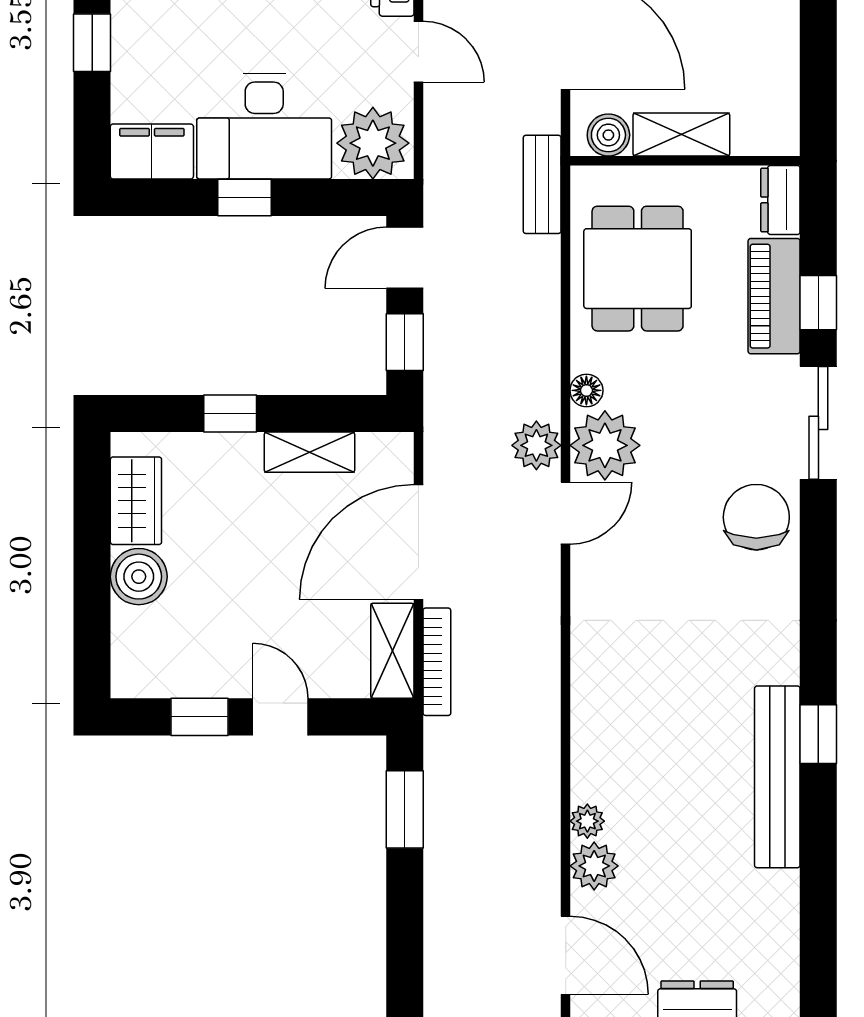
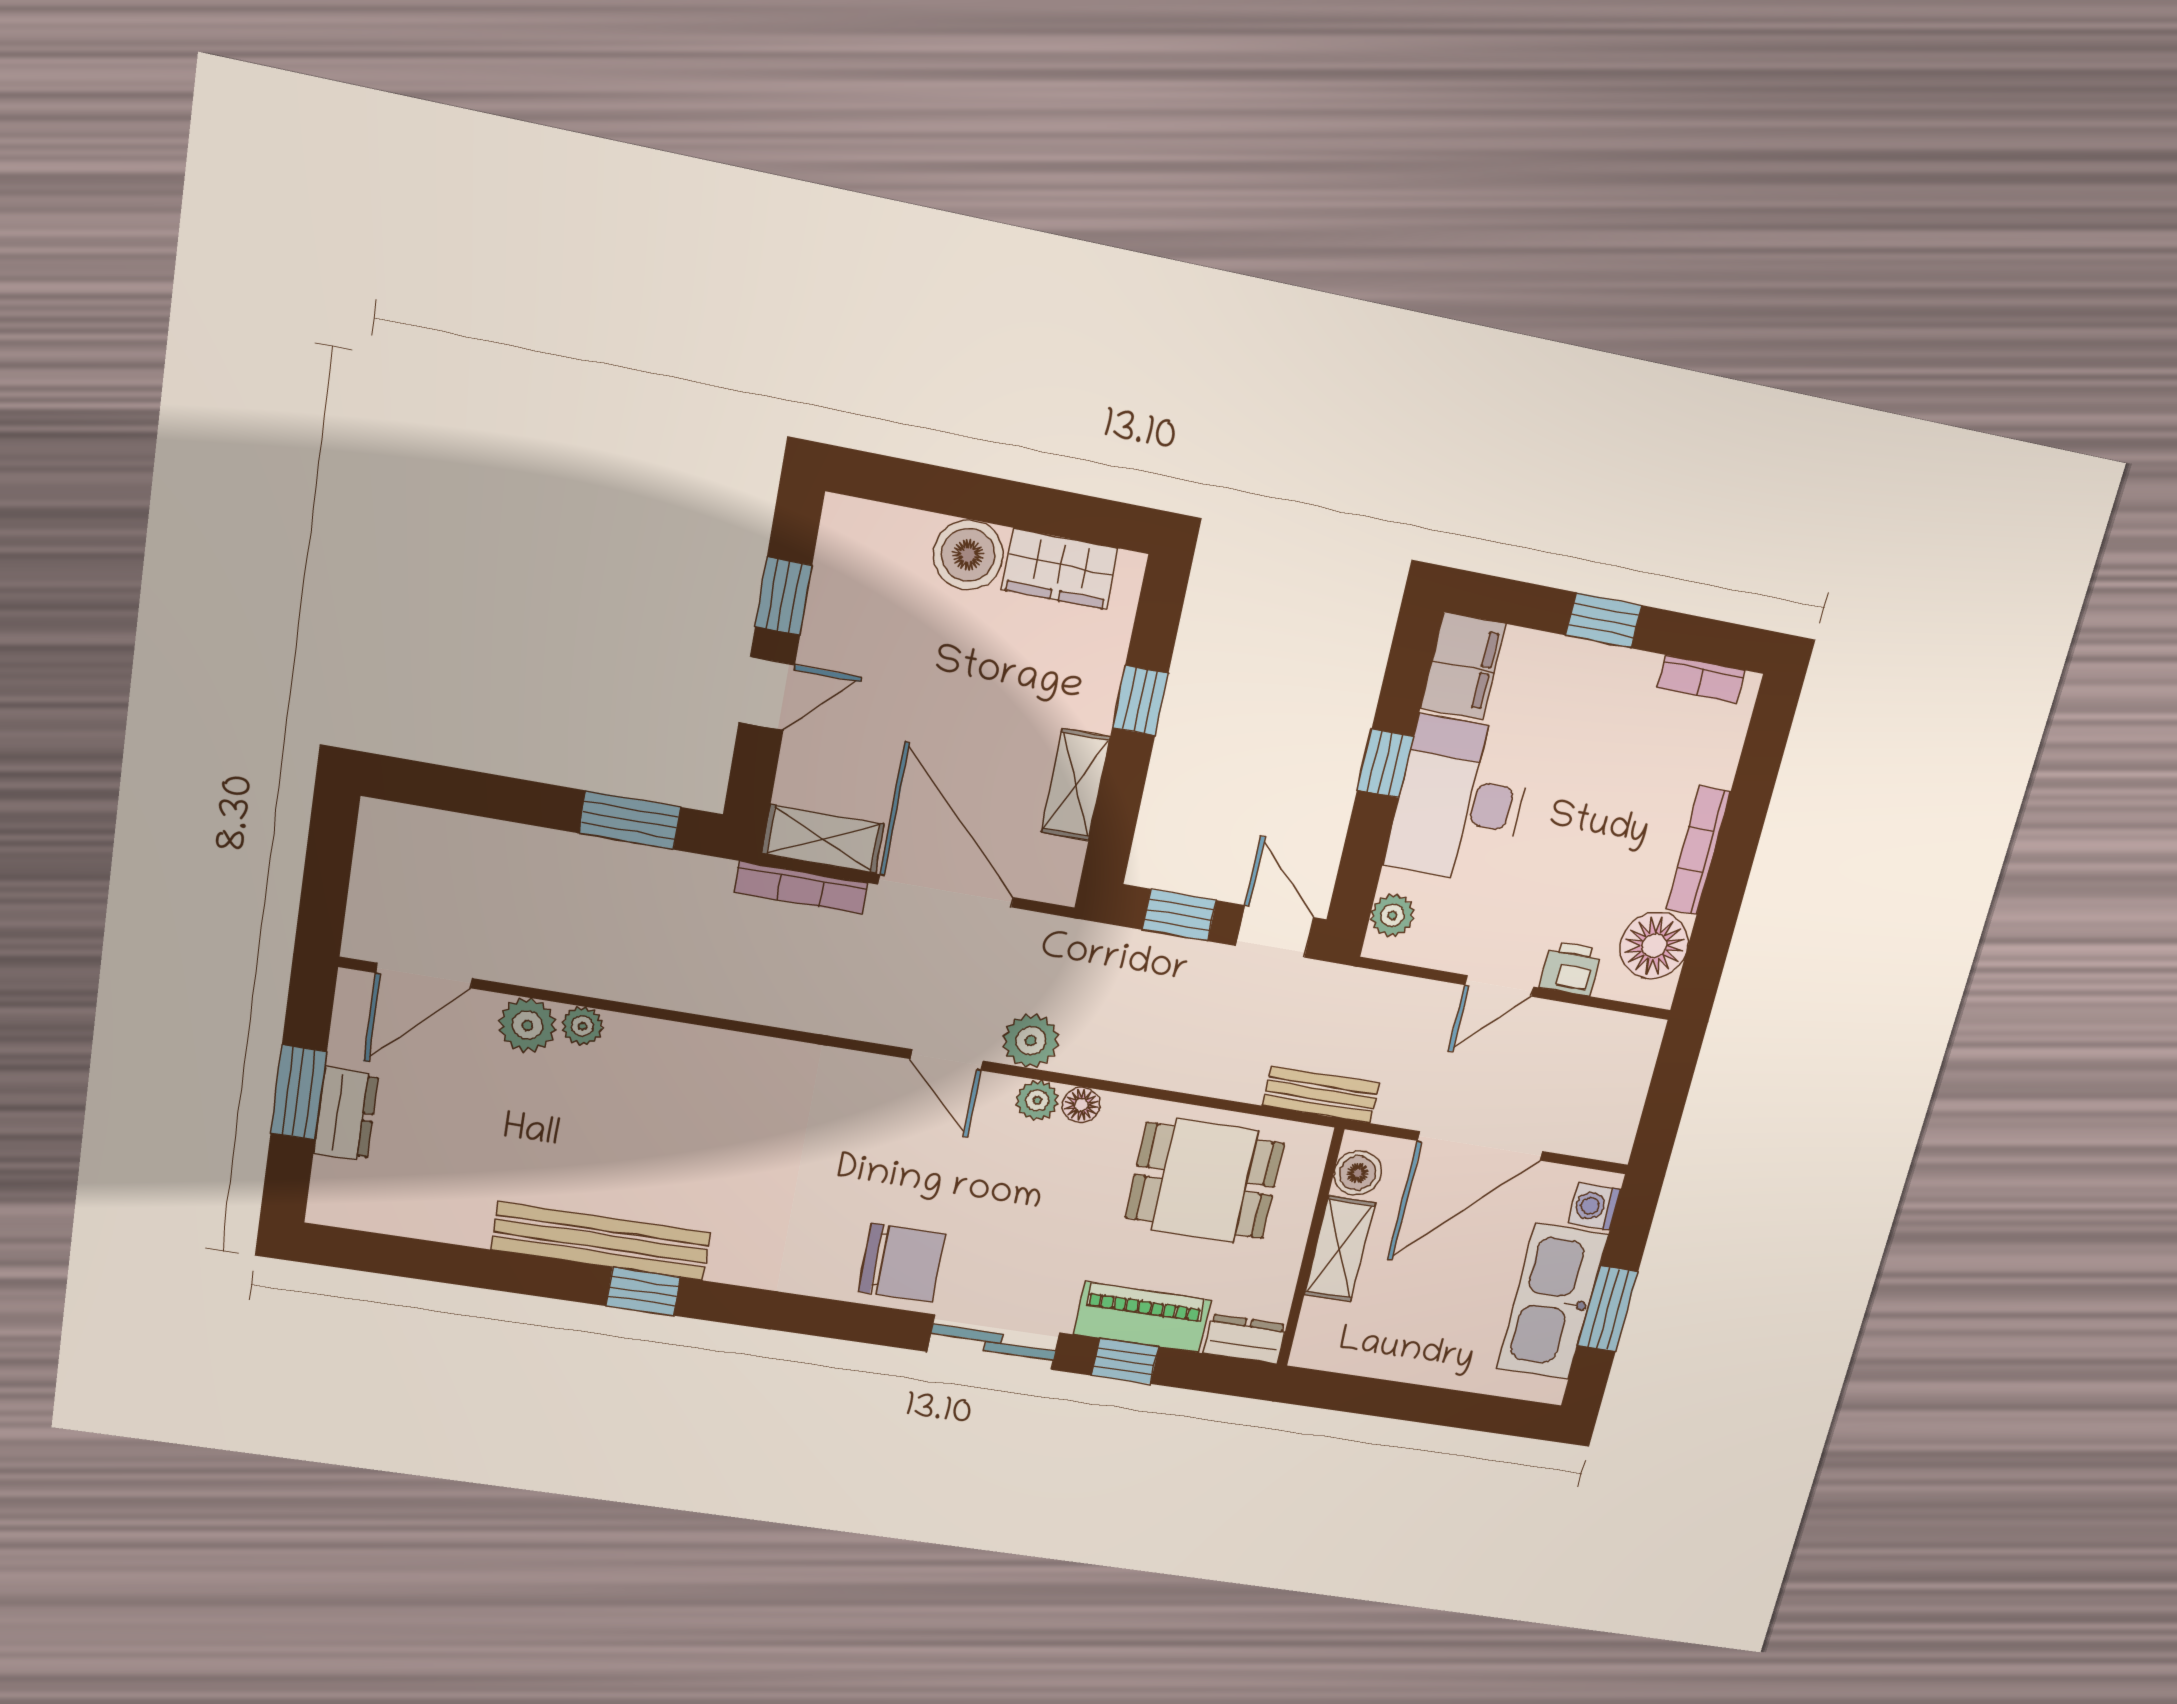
plant: (373, 143) -> (1392, 915), width x0.53, depth x0.53
plant: (605, 445) -> (1037, 1100), width x0.53, depth x0.53

